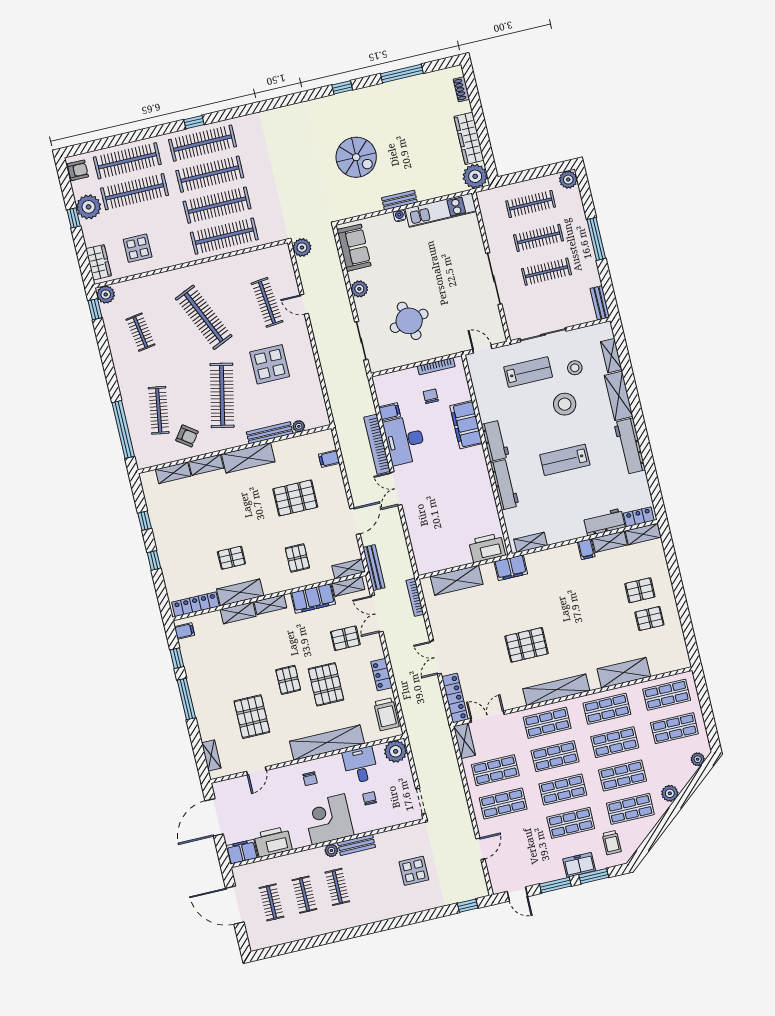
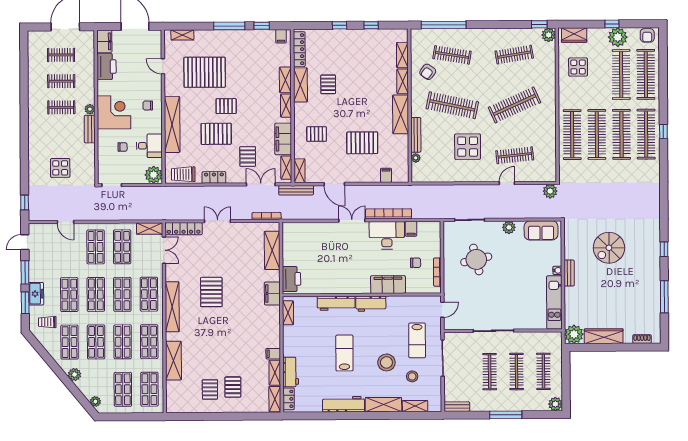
clothes rail: (140, 332) -> (514, 55), width x1.36
pallet: (295, 498) -> (362, 143), turned 90
pallet: (252, 717) -> (205, 72), width x1.37, depth x1.41

